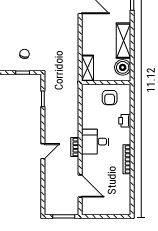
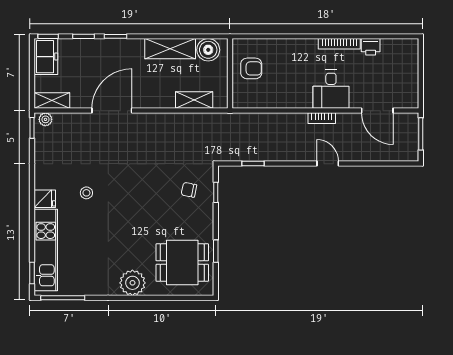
shelving: (87, 68) -> (194, 100), moved
printer: (125, 121) -> (371, 47), moved
desk: (95, 142) -> (331, 89), moved
door: (80, 186) -> (377, 111), swing flipped

